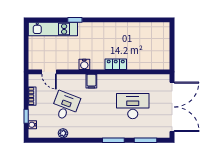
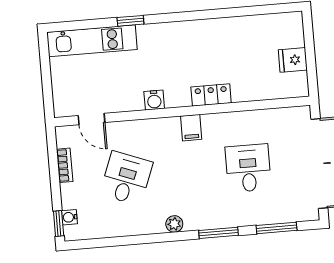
fridge: (162, 49) -> (293, 60), added
filing cabinet: (91, 81) -> (191, 128), moved
desk: (133, 106) -> (248, 168), width x0.73
window: (26, 116) -> (59, 224), moved
plant: (63, 133) -> (174, 224), moved

